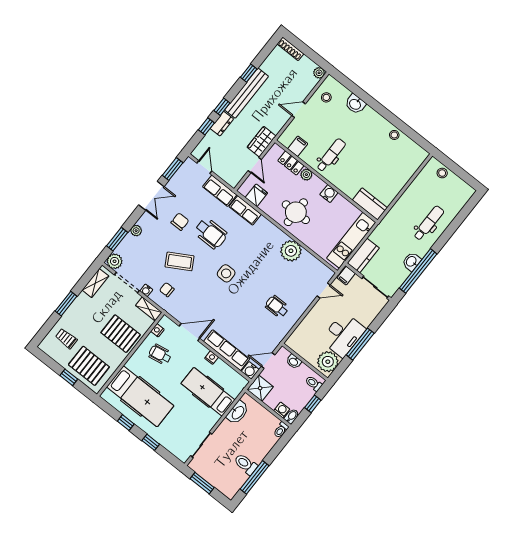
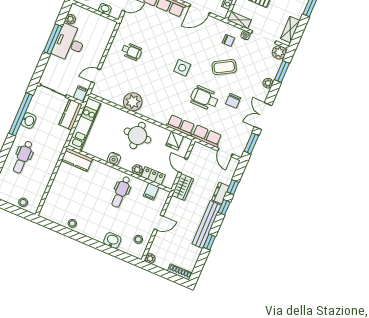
plant: (328, 362) -> (70, 19), width x0.53, depth x0.53

